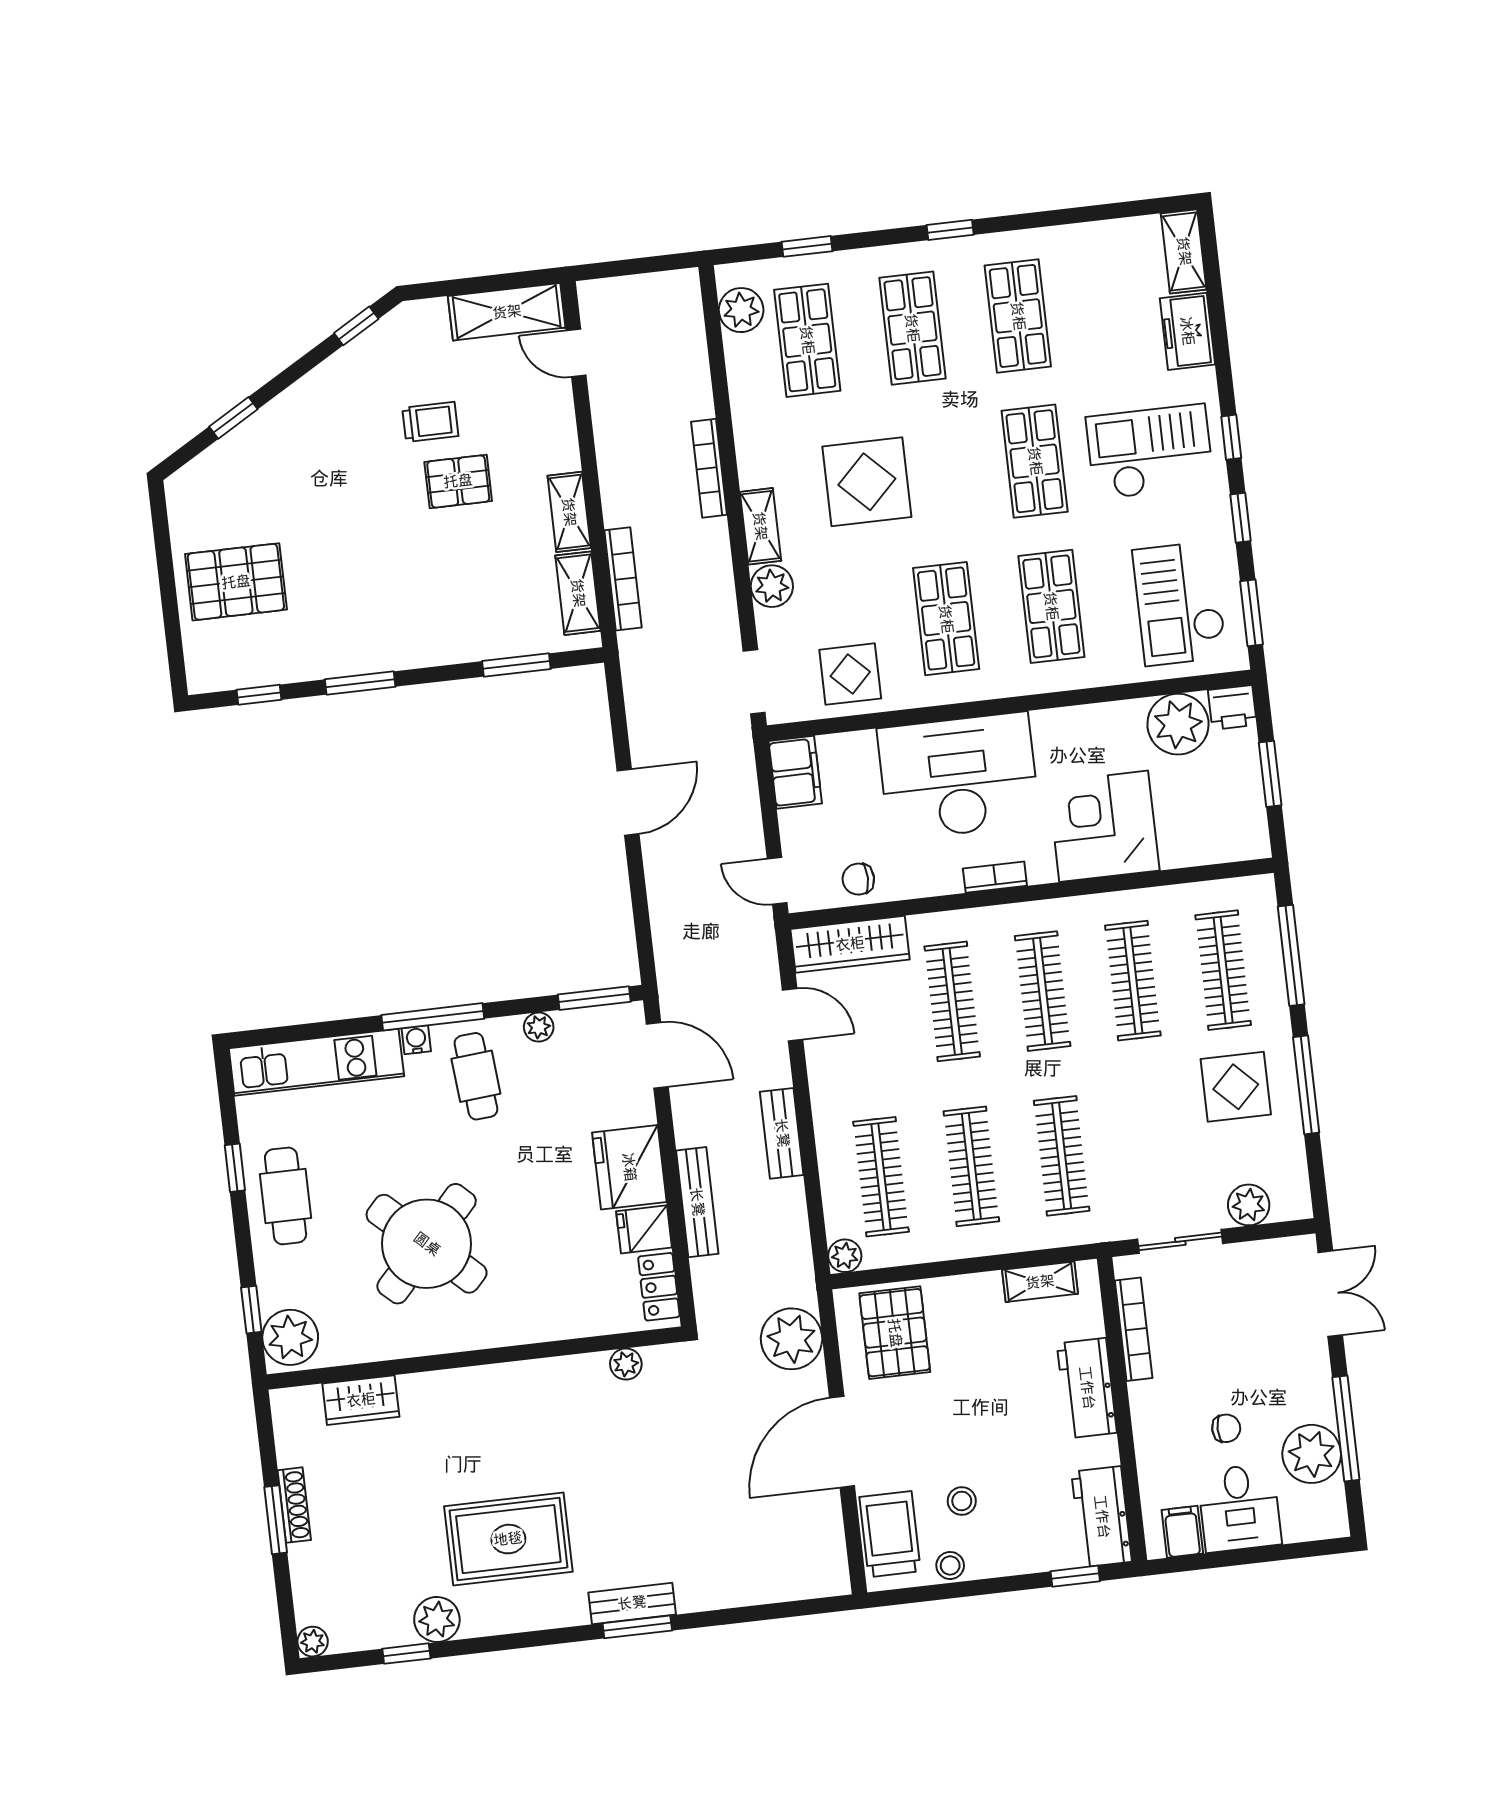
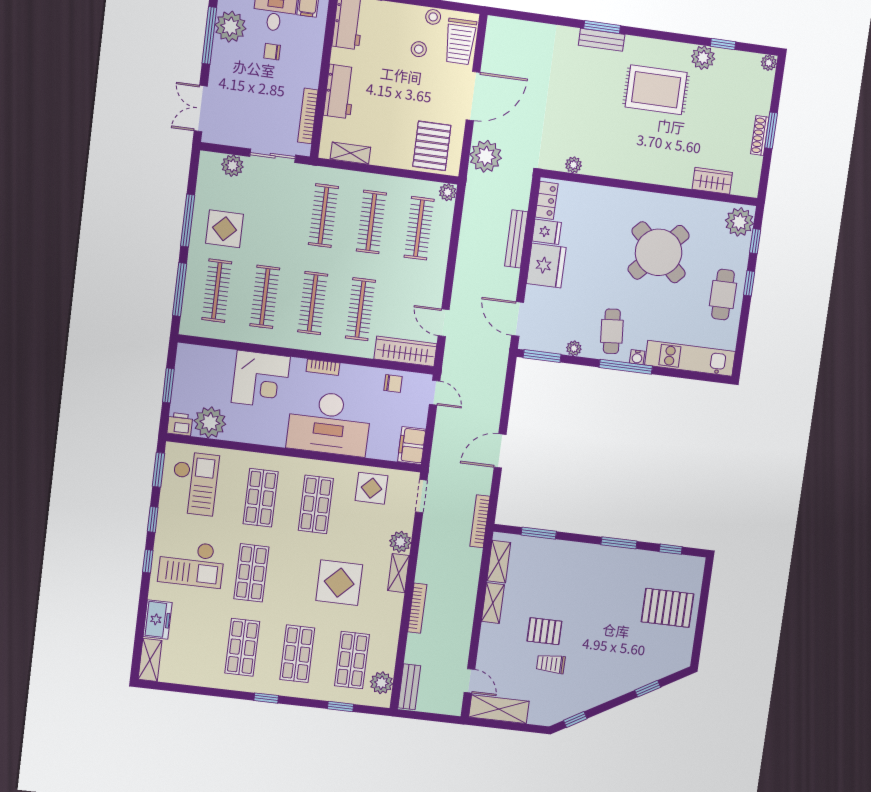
bookcase: (623, 579) -> (480, 521), moved
bench: (782, 1133) -> (409, 687), moved
window: (235, 1168) -> (749, 283), moved

